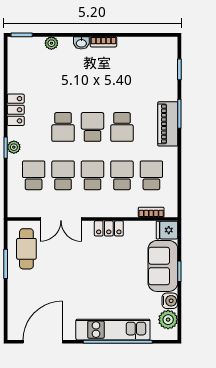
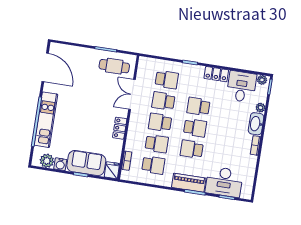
washbasin: (81, 43) -> (256, 124), width x1.91, depth x1.45
desk: (27, 73) -> (241, 87), added
desk: (159, 76) -> (224, 182), added
plant: (14, 147) -> (262, 80), moved
school desk: (63, 175) -> (163, 101), turned 180
school desk: (92, 175) -> (160, 122), turned 180

